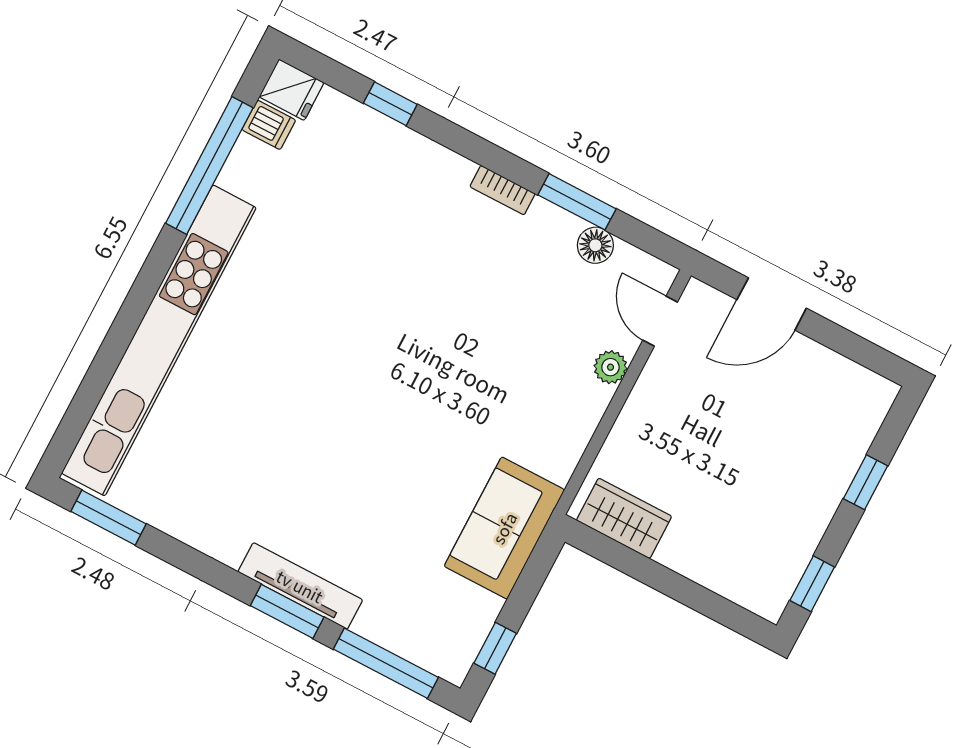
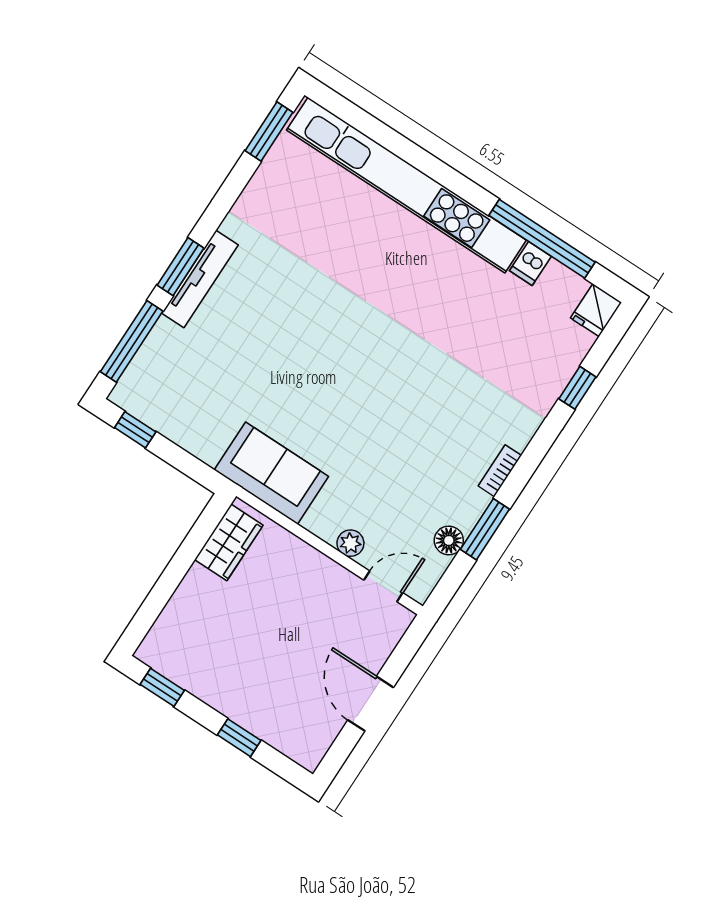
dishwasher: (269, 125) -> (530, 264), moved
door: (772, 304) -> (371, 704), moved
sofa: (504, 528) -> (271, 473), moved

